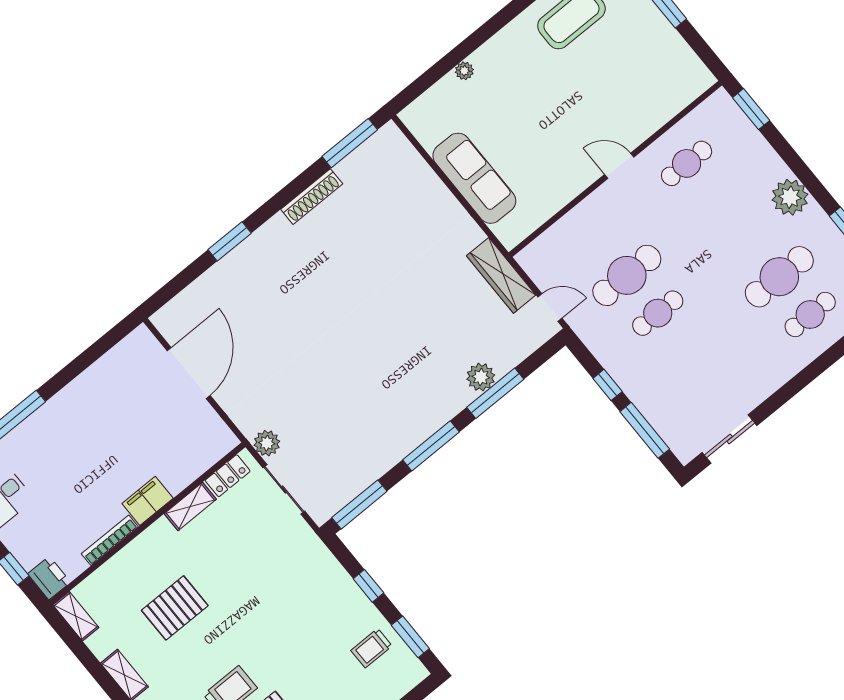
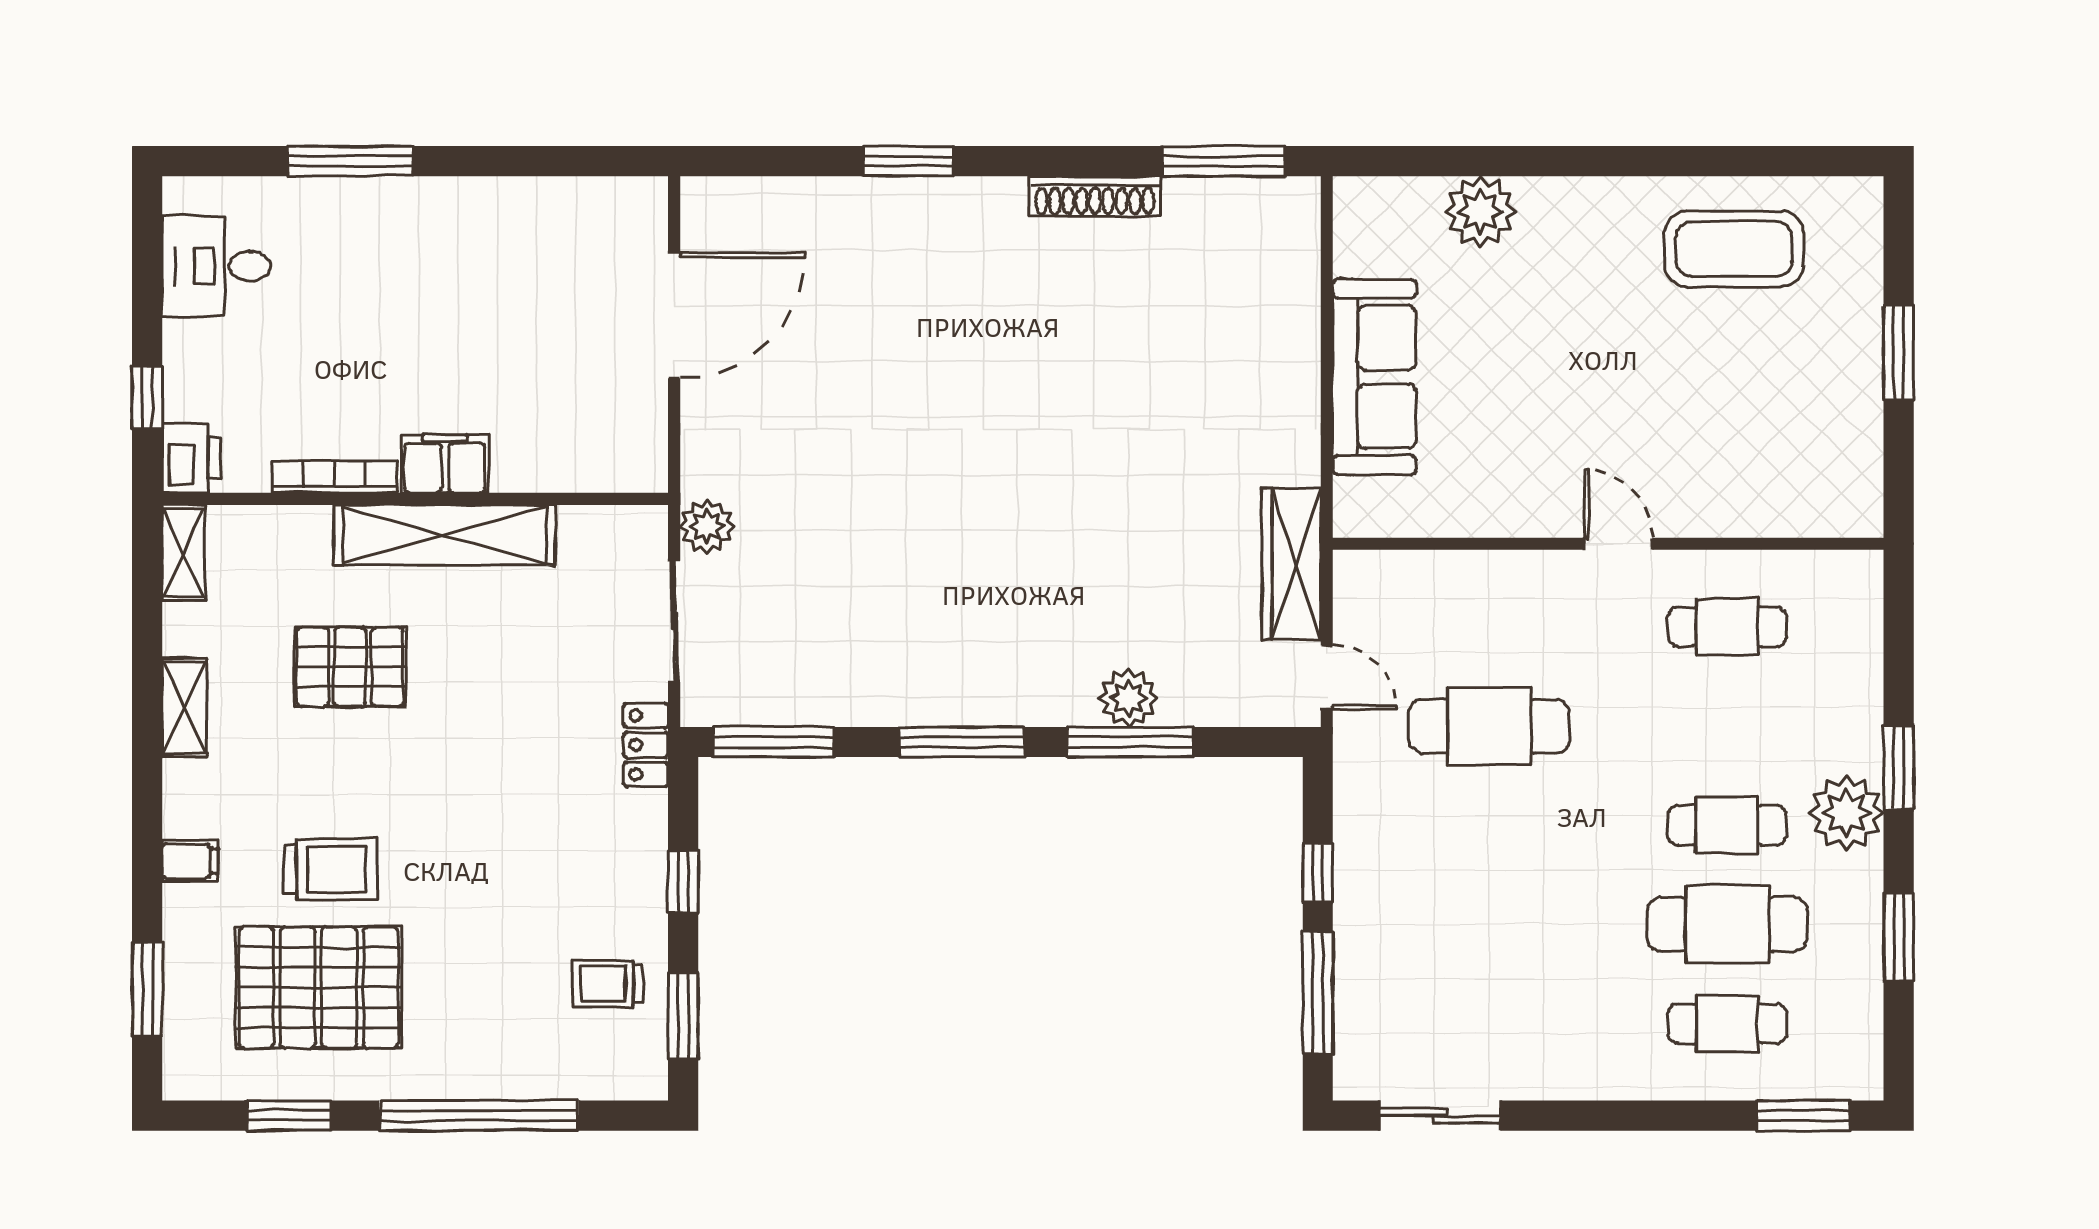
plant: (464, 71) -> (1480, 212), width x1.87, depth x1.87
window: (751, 109) -> (1899, 768), moved
cafe table: (658, 313) -> (1727, 825), moved
locker: (228, 476) -> (646, 745), moved, turned 90
shelving: (190, 507) -> (445, 535), width x2.20, depth x1.33

